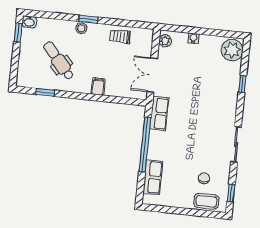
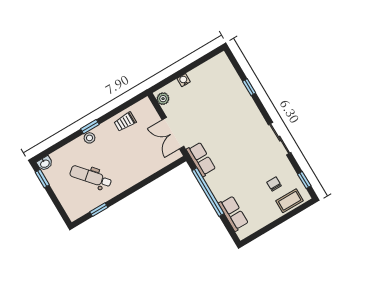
plant: (232, 50) -> (221, 67), removed
filing cabinet: (98, 86) -> (137, 174), removed

